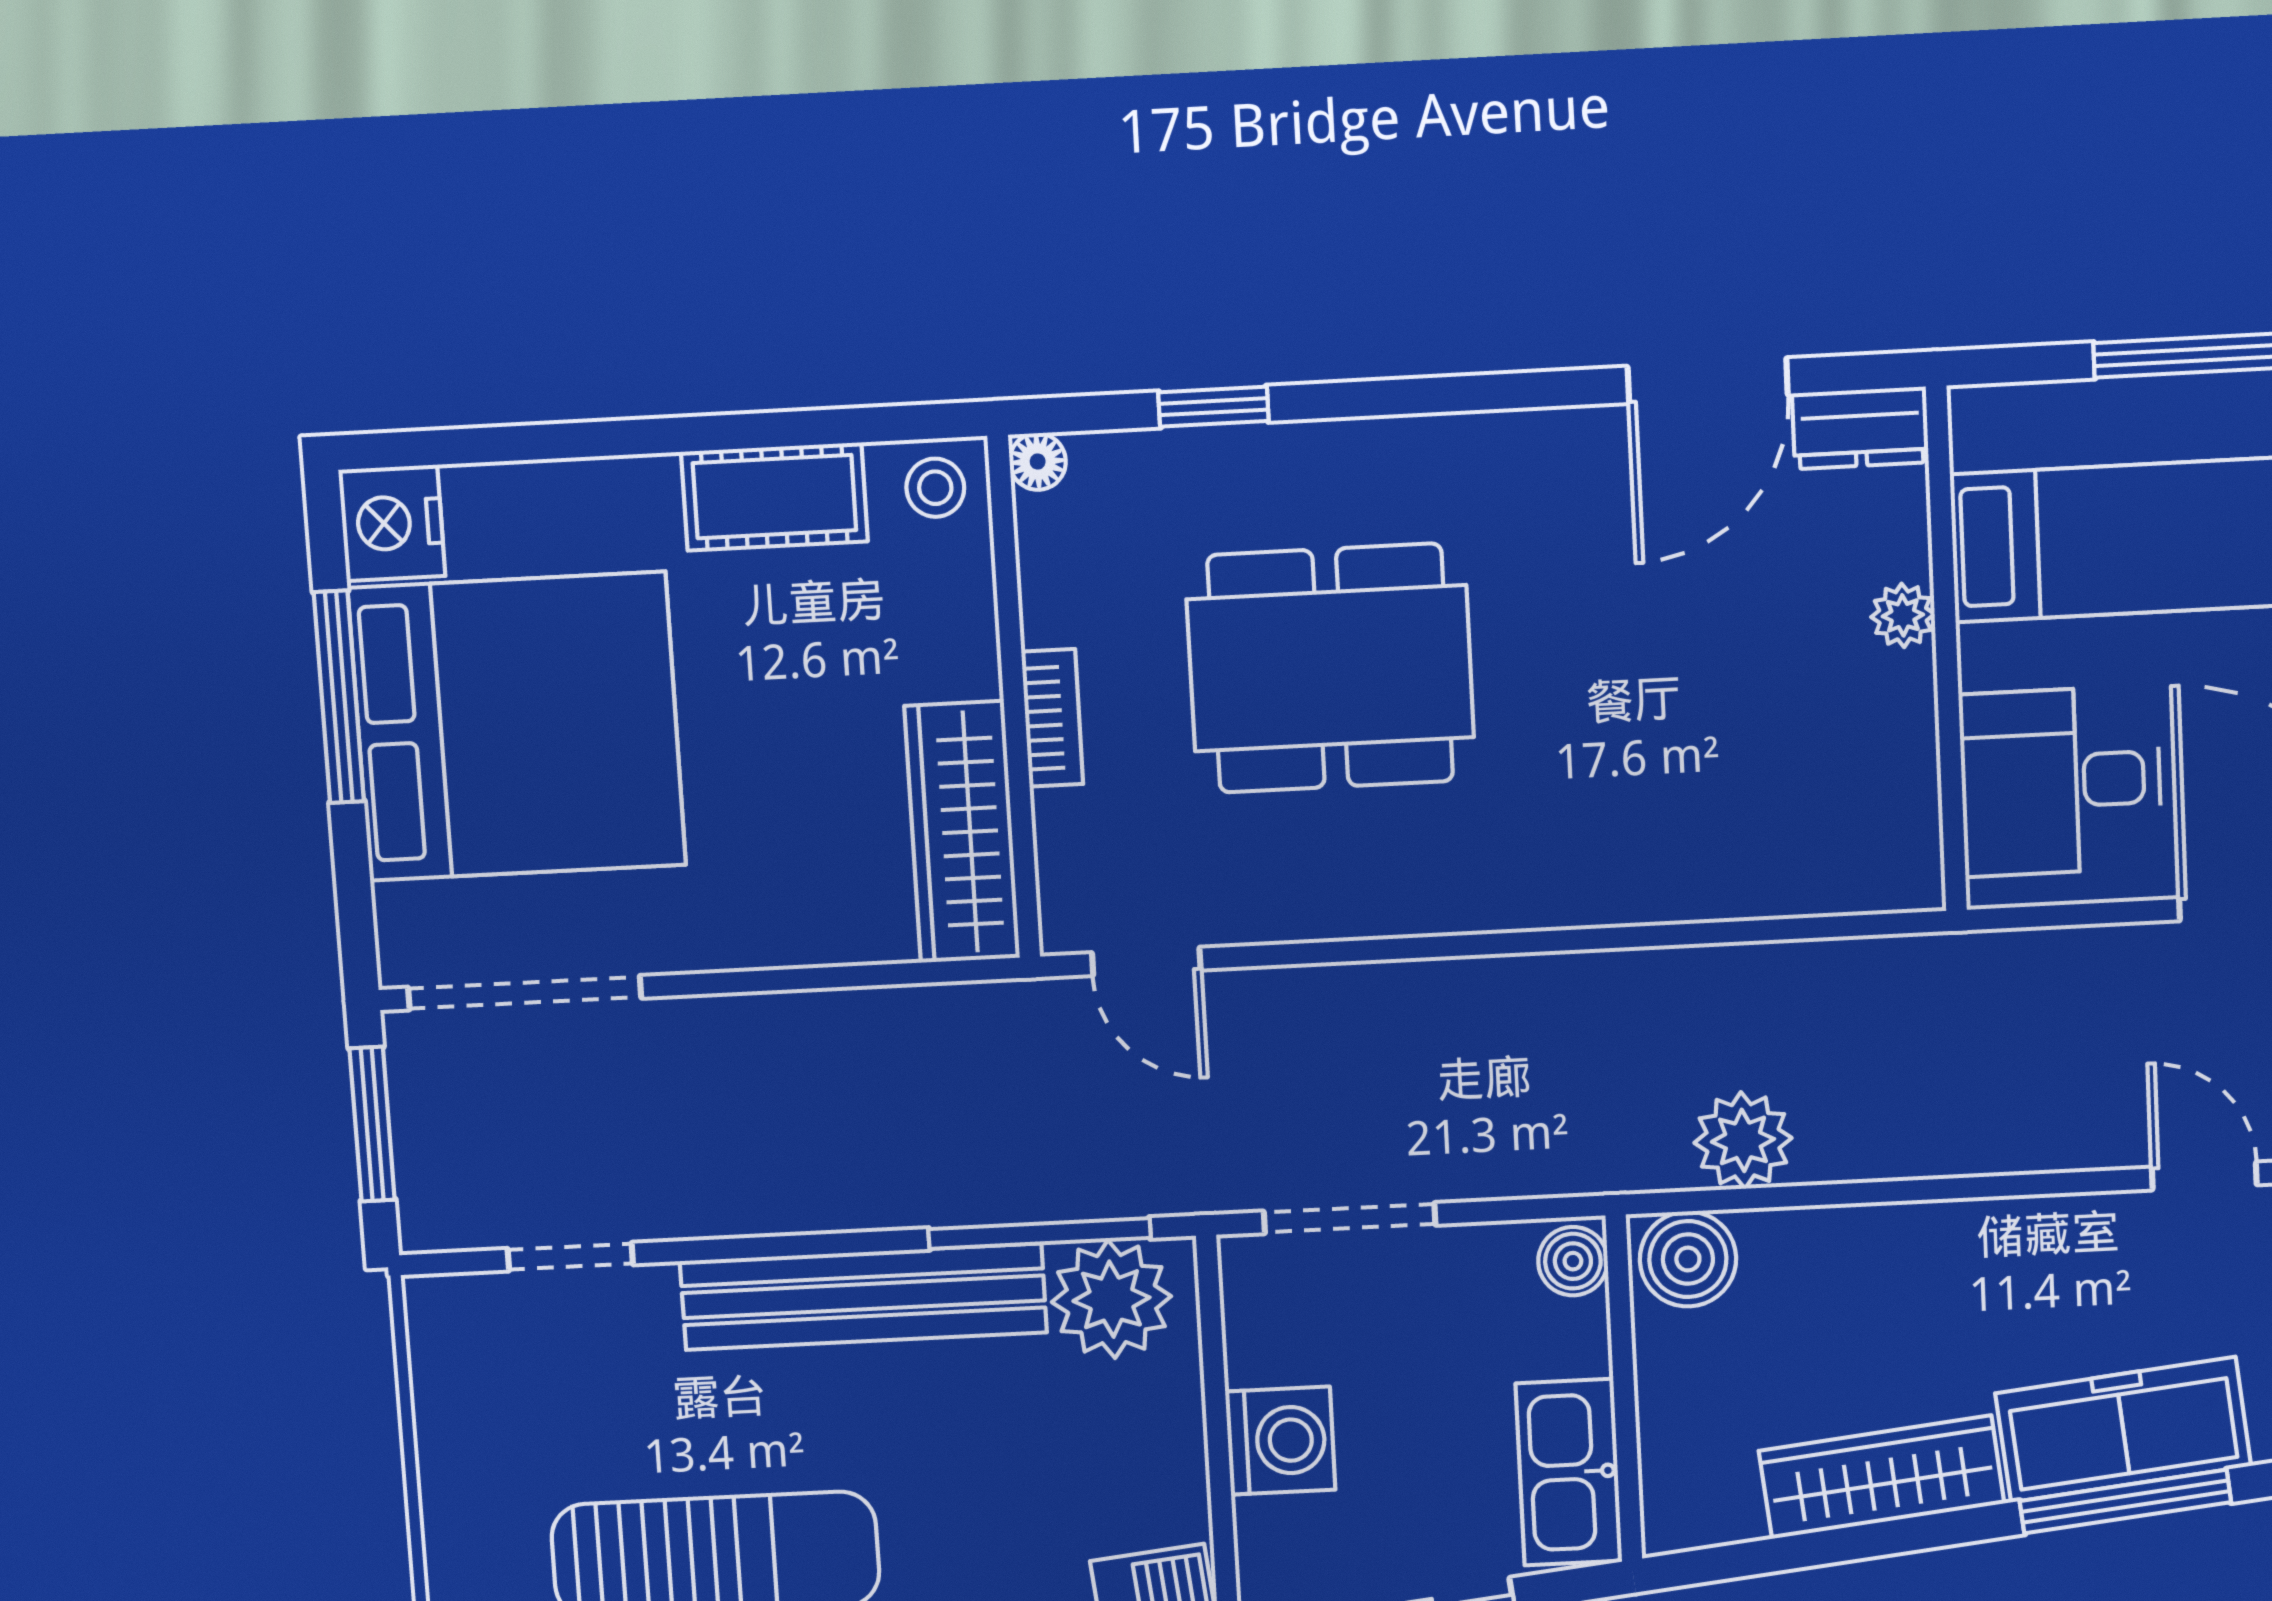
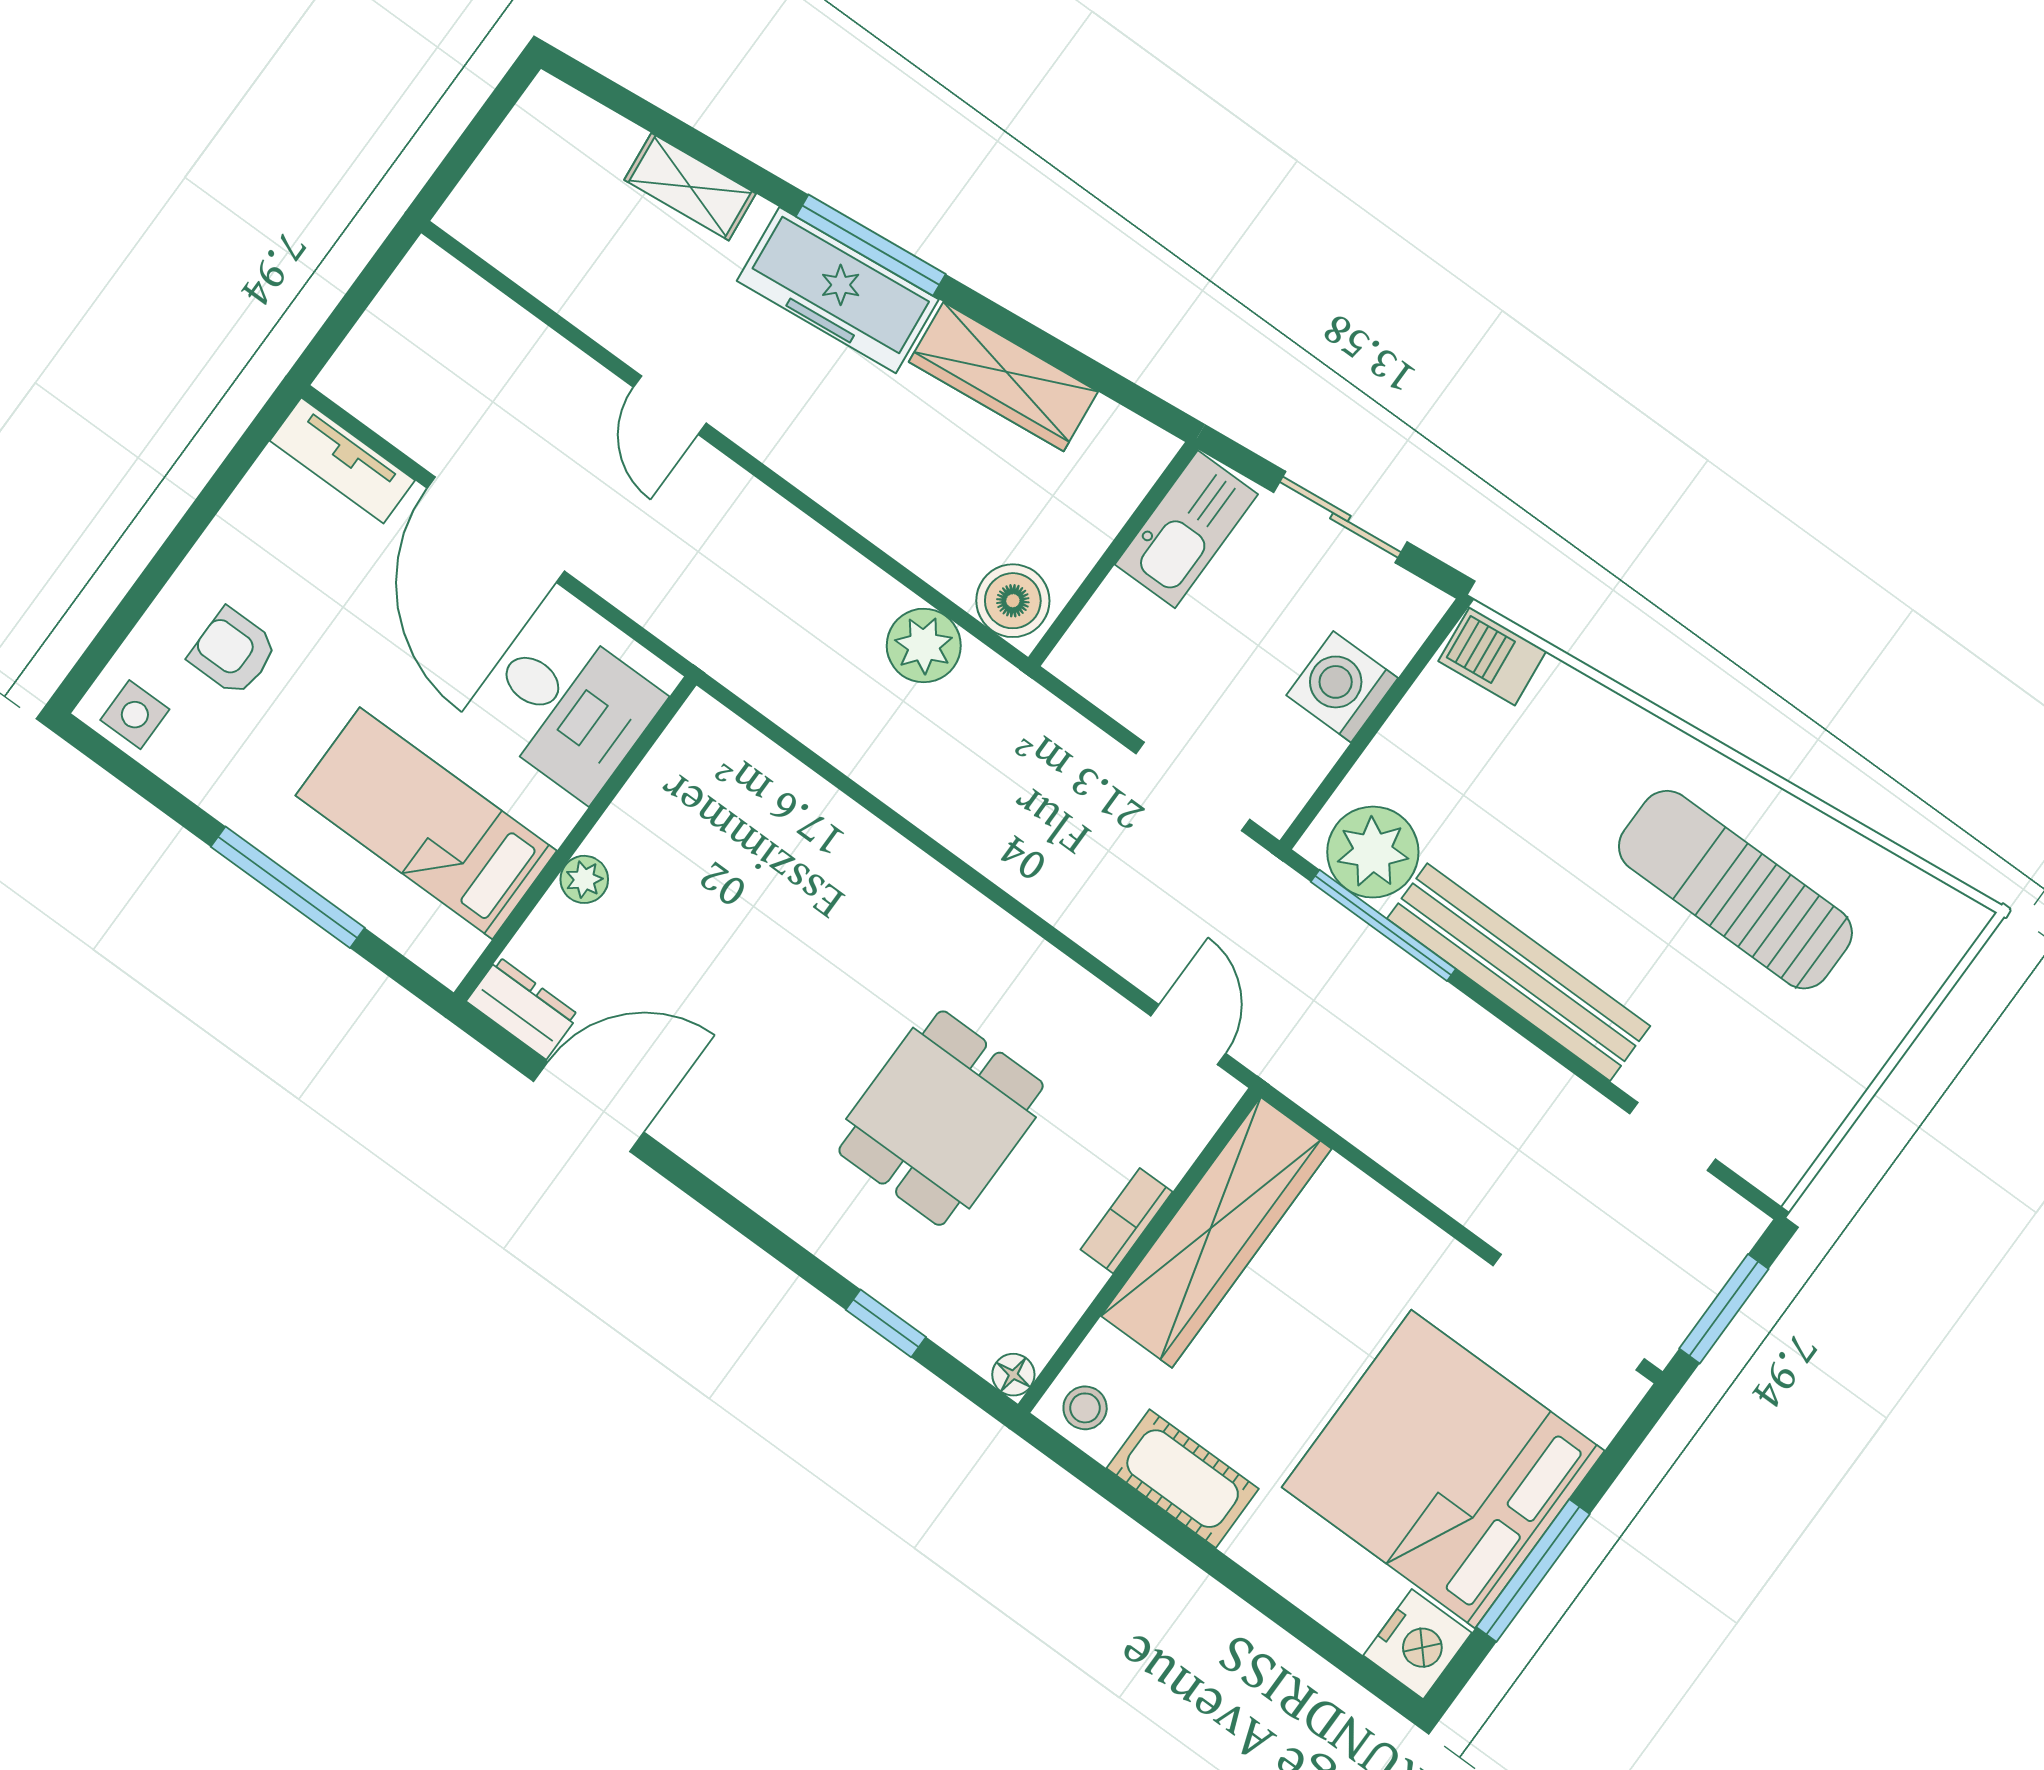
dining table: (1330, 668) -> (941, 1118), width x0.73
wardrobe: (962, 832) -> (1216, 1232), width x1.40, depth x1.17
boiler: (1573, 1261) -> (1082, 654), removed

